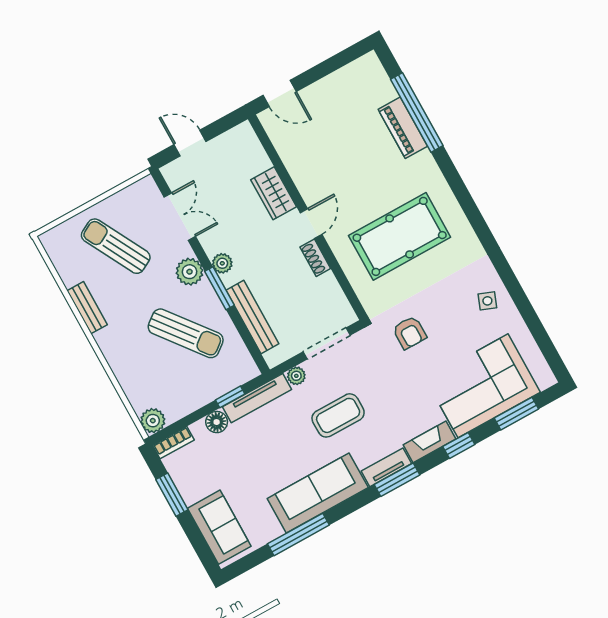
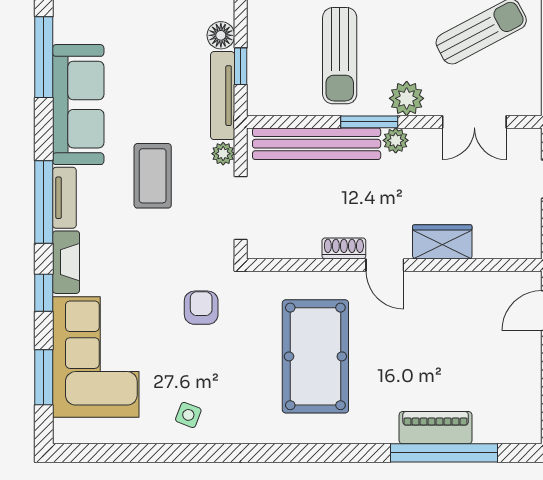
bench: (252, 317) -> (317, 144), width x1.37, depth x1.21
sun lounger: (186, 333) -> (340, 56), turned -52
armchair: (410, 333) -> (201, 308), turned 90
window: (397, 480) -> (44, 202), width x1.44

